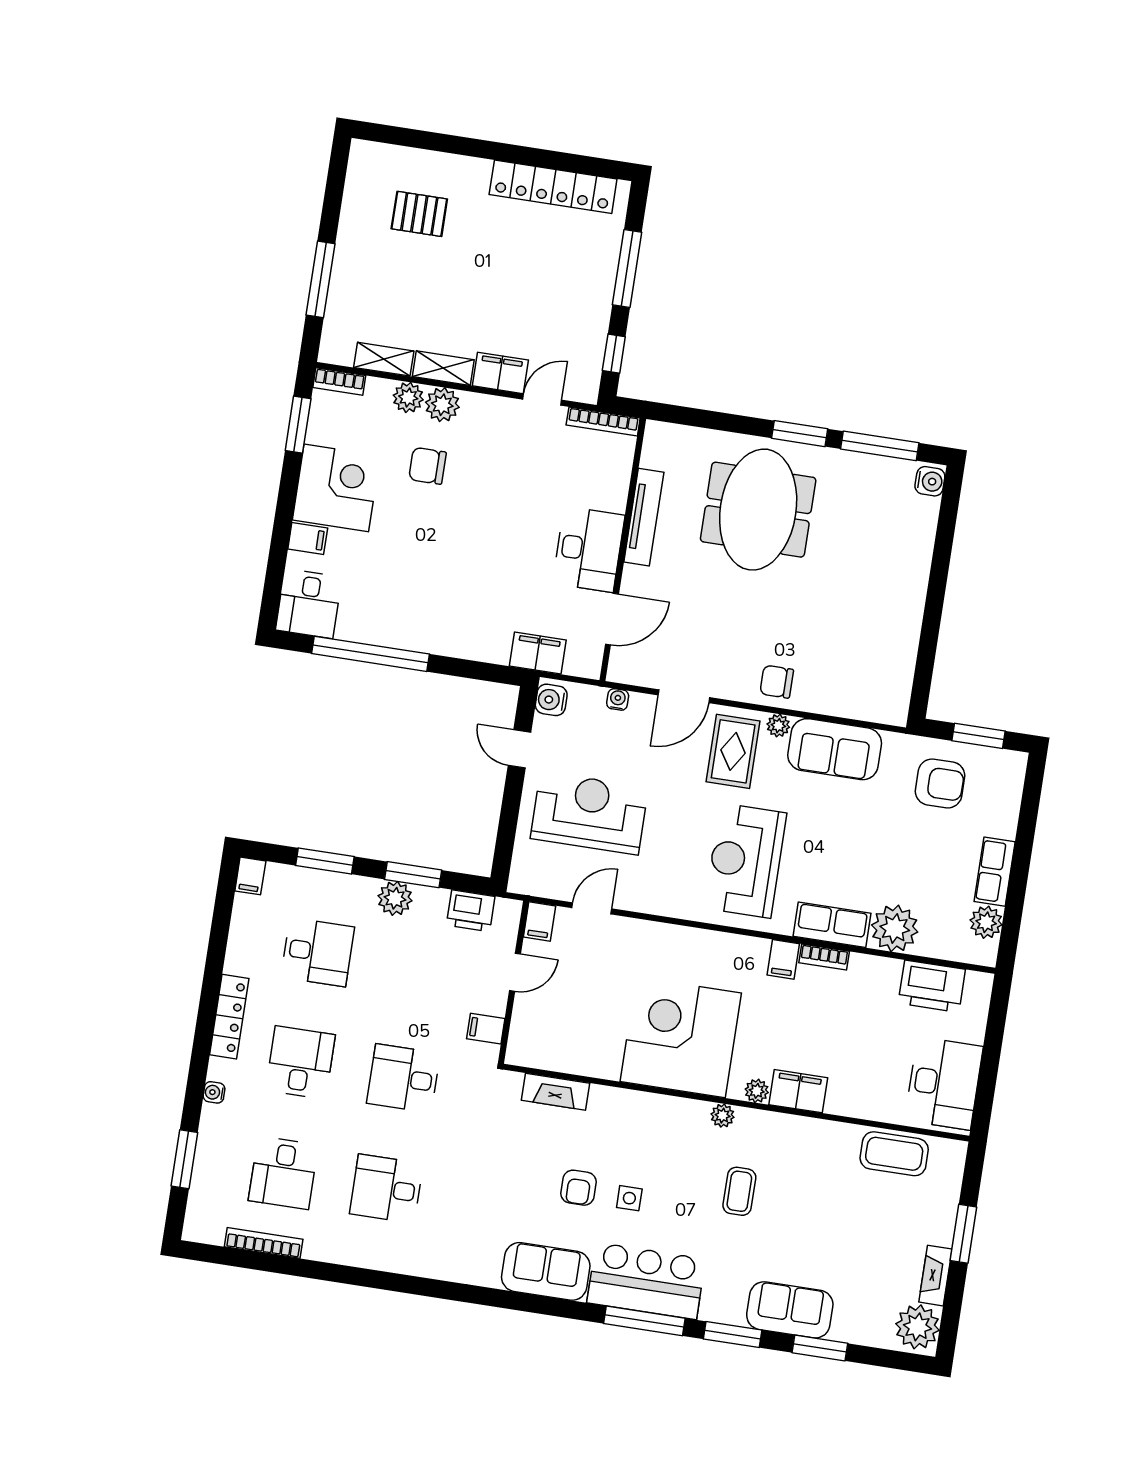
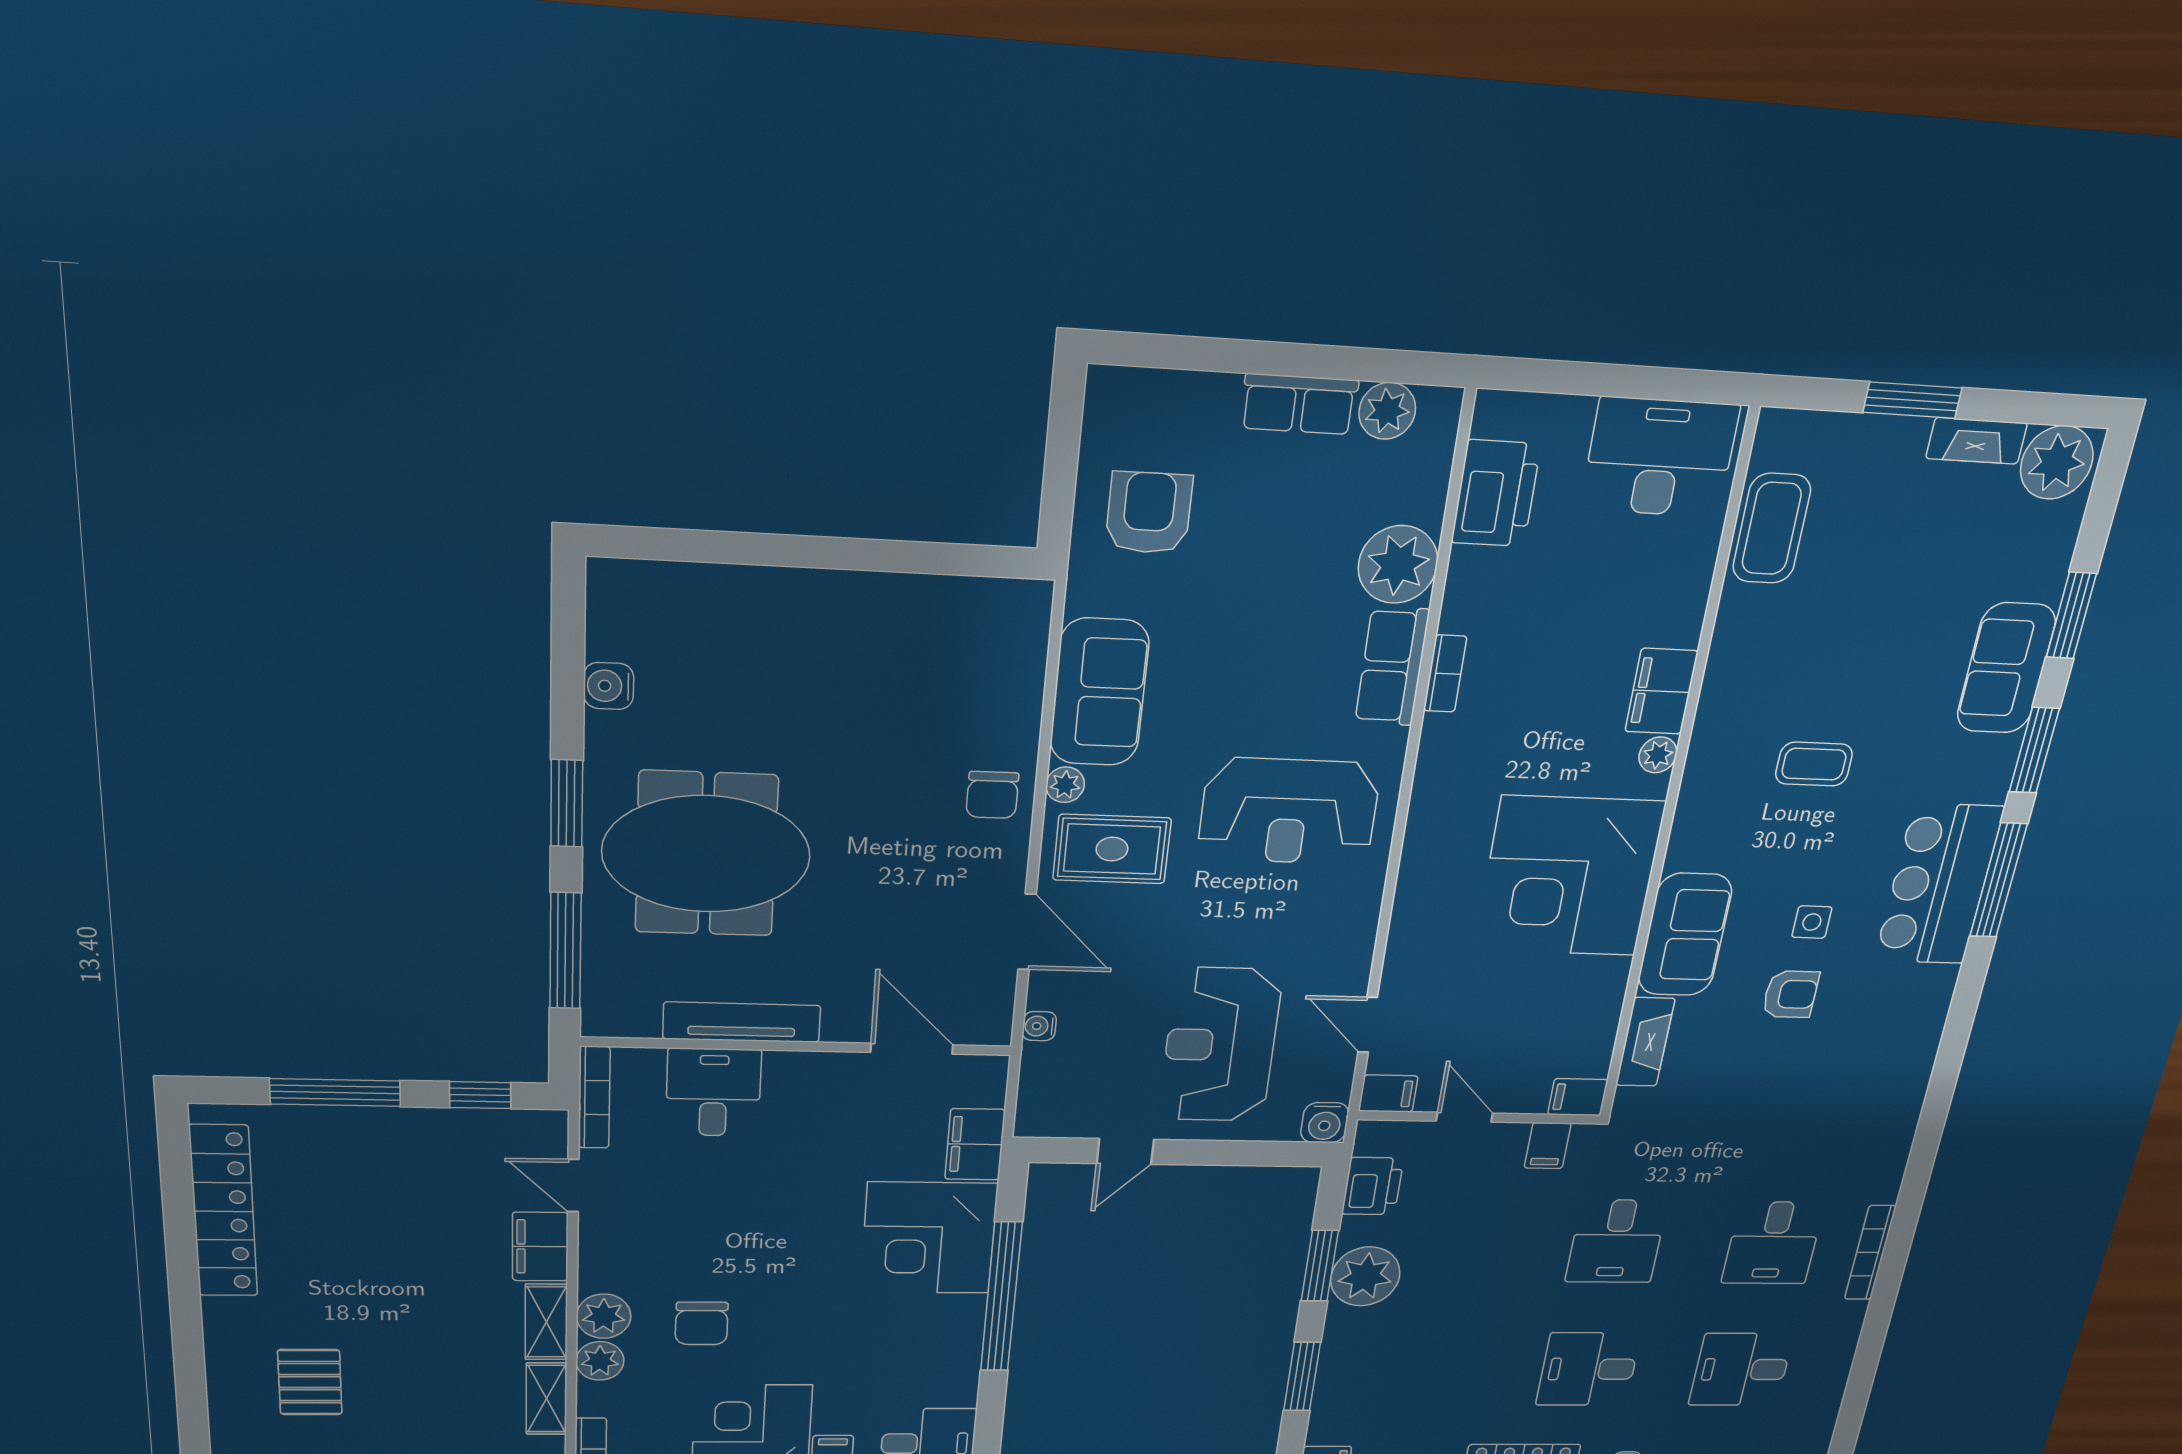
window: (880, 446) -> (565, 951), moved
water cooler: (930, 481) -> (609, 686), moved, turned -90
desk: (589, 549) -> (713, 1092), moved, width x0.73
corner desk: (472, 618) -> (929, 1238), added
window: (371, 654) -> (1001, 1297), moved
water cooler: (551, 700) -> (1325, 1123), moved
window: (978, 736) -> (1062, 455), removed
plant: (395, 898) -> (1365, 1276), width x1.36, depth x1.36
desk: (318, 952) -> (1433, 1369), removed
filing cabinet: (783, 959) -> (1578, 1097), moved, turned 180
plant: (723, 1116) -> (1694, 802), removed
desk: (283, 1173) -> (1741, 1369), turned 180
bookcase: (264, 1243) -> (1870, 1253), moved
sofa: (546, 1271) -> (1685, 935), moved, turned 180

